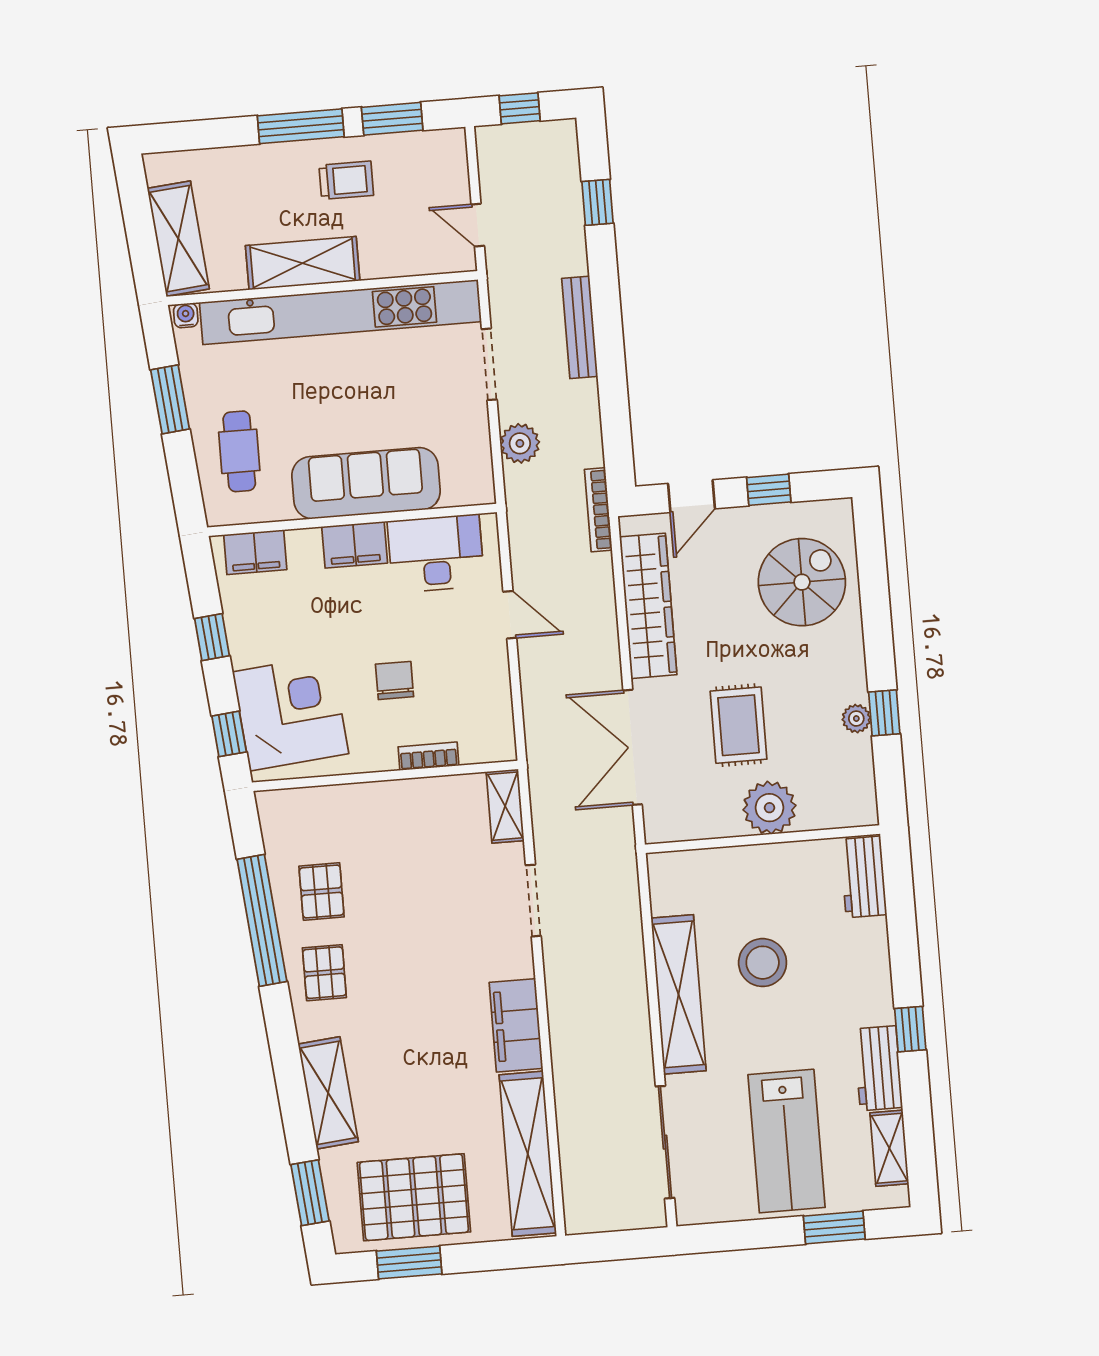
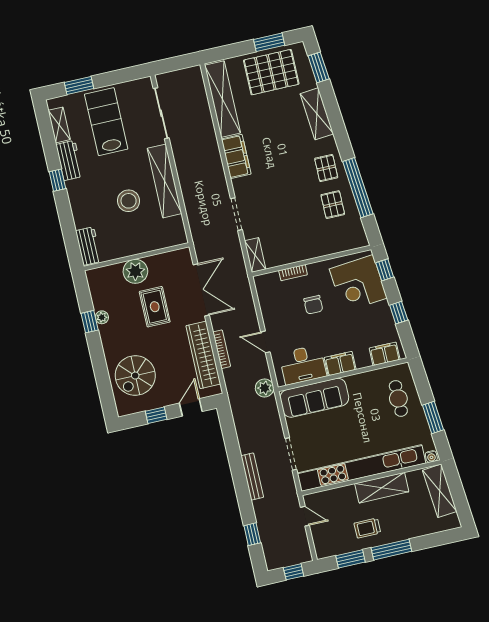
plant: (520, 443) -> (265, 388), moved
sofa: (366, 483) -> (314, 398), moved
bookcase: (598, 510) -> (222, 349), moved

